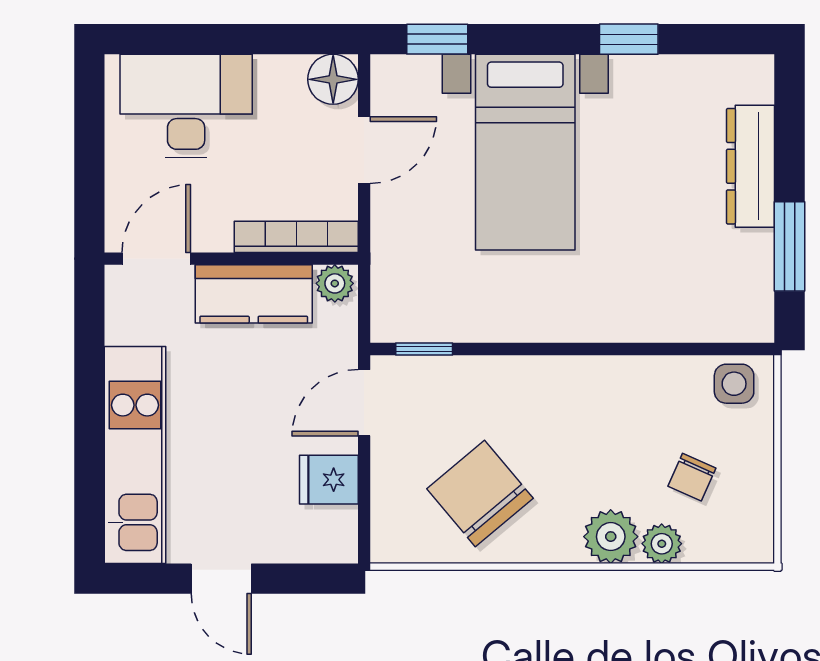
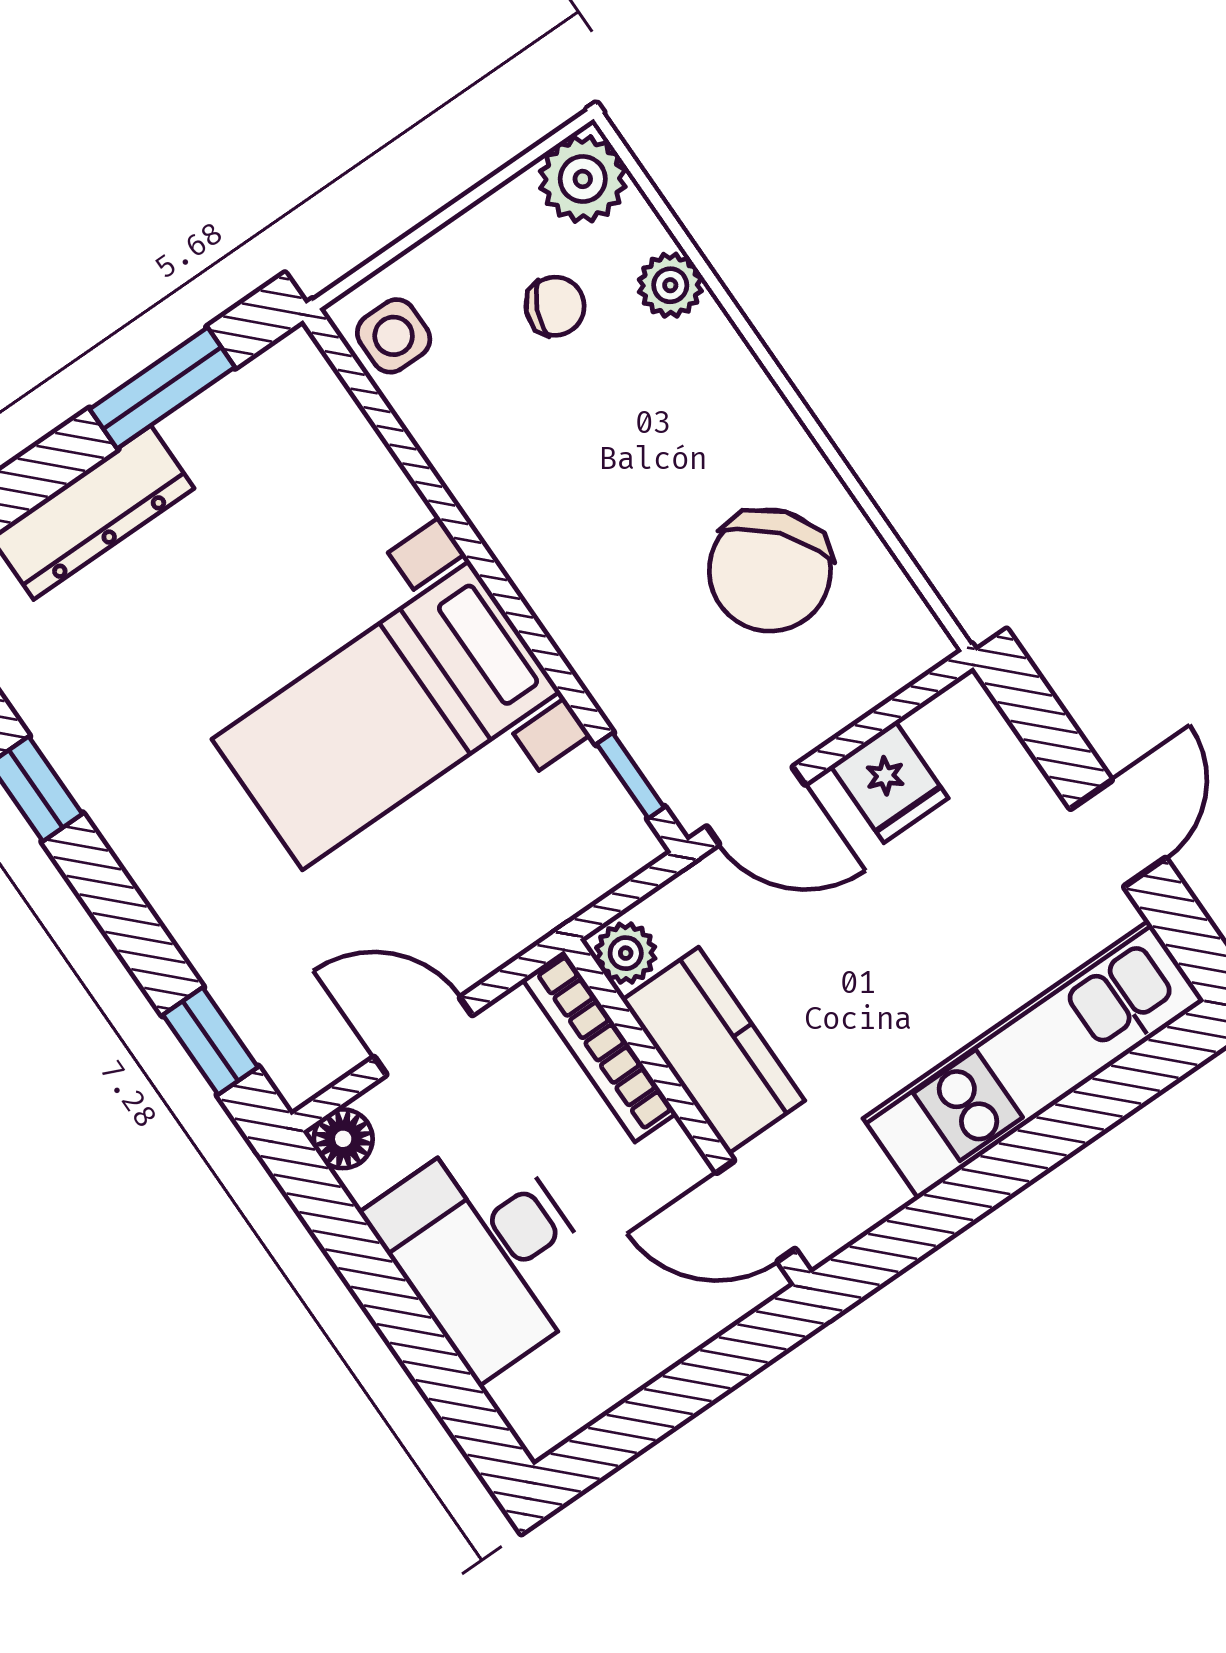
floor lamp: (333, 79) -> (343, 1139), width x0.73, depth x0.73
desk: (186, 106) -> (487, 1252), moved
bed with nightstands: (525, 152) -> (386, 715), moved, turned 180
plant: (611, 537) -> (583, 179), moved

